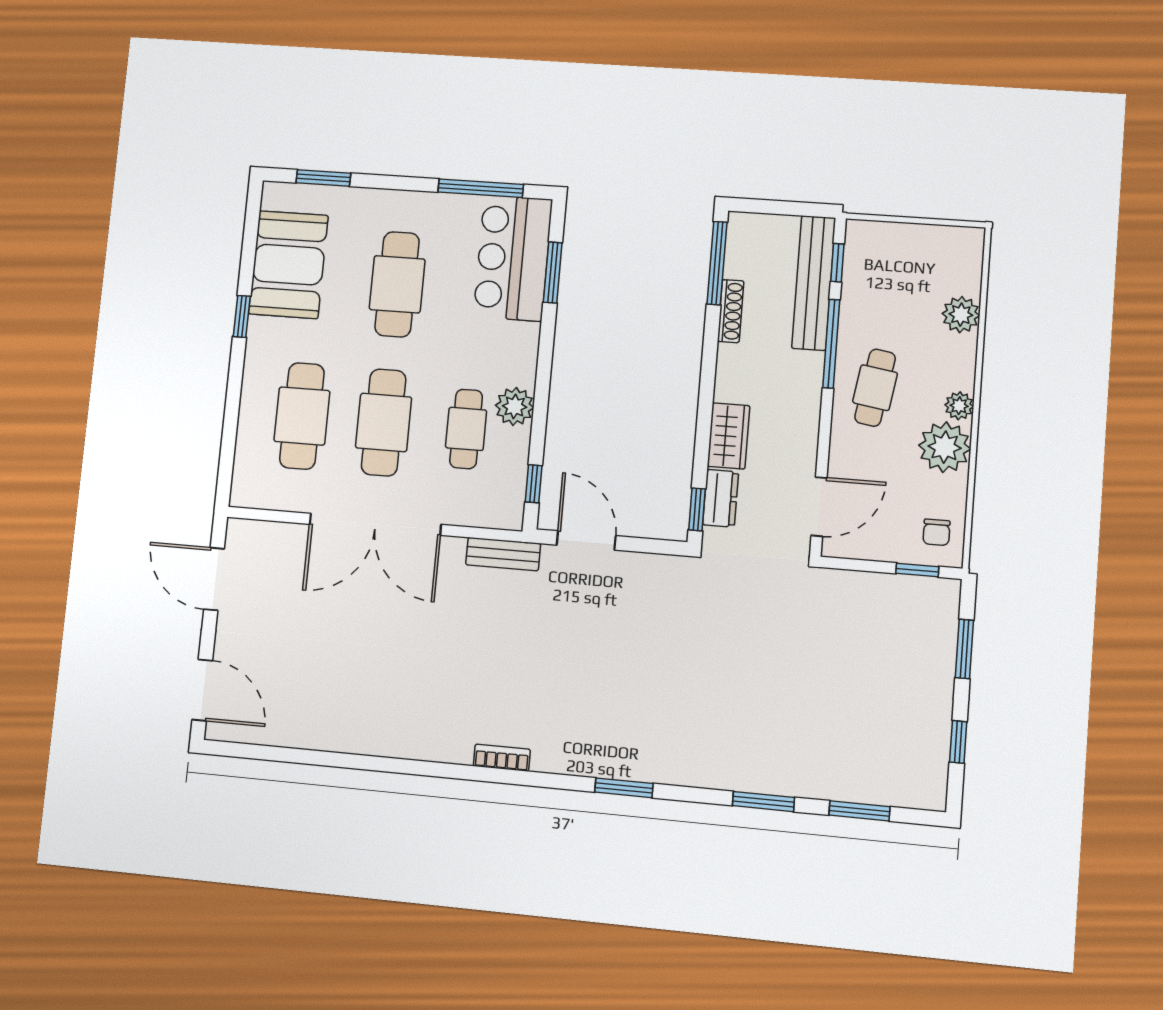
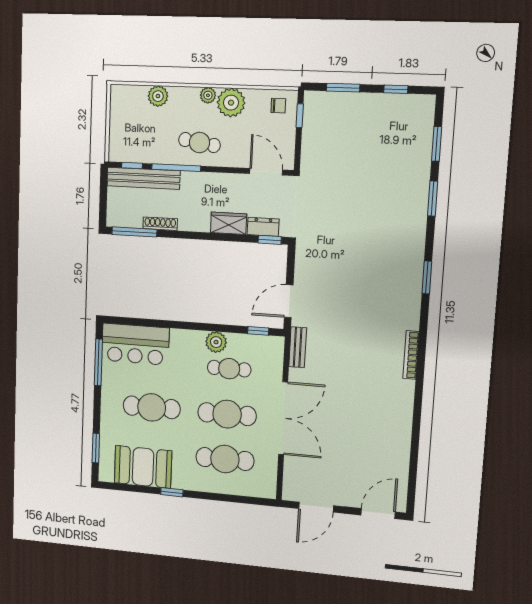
window: (553, 273) -> (142, 322), removed
bookcase: (502, 758) -> (411, 355), width x1.56

